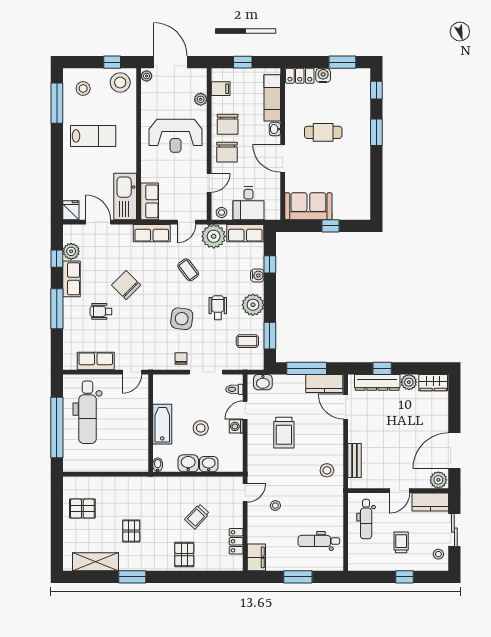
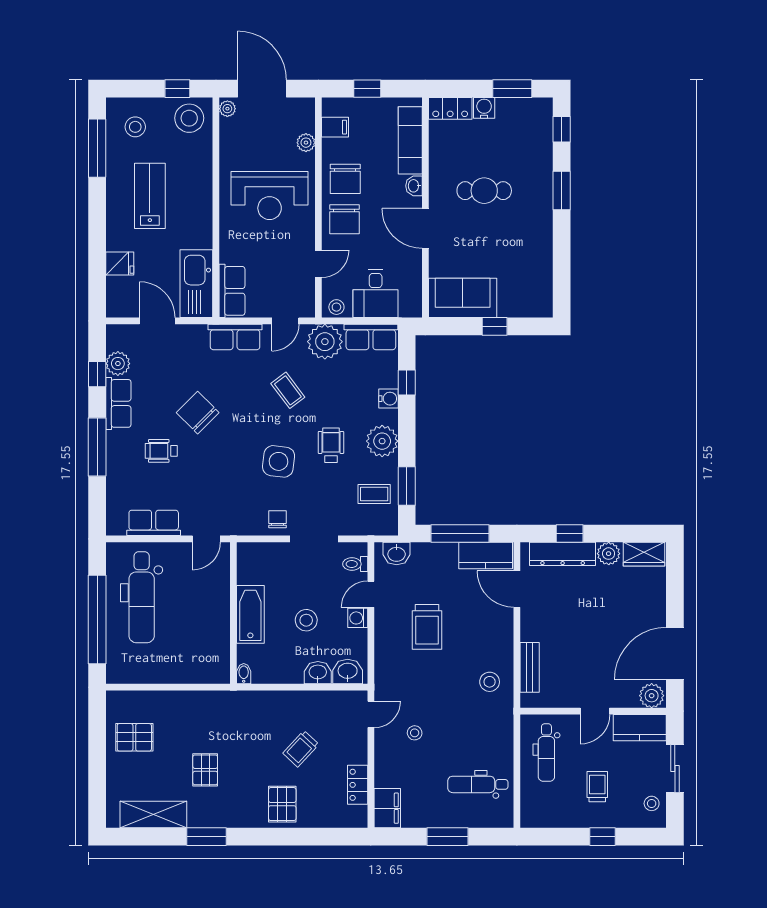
lab bench: (93, 136) -> (150, 196), turned -90
fridge: (71, 210) -> (120, 264), moved, turned 90
washbasin: (188, 463) -> (348, 671), moved

